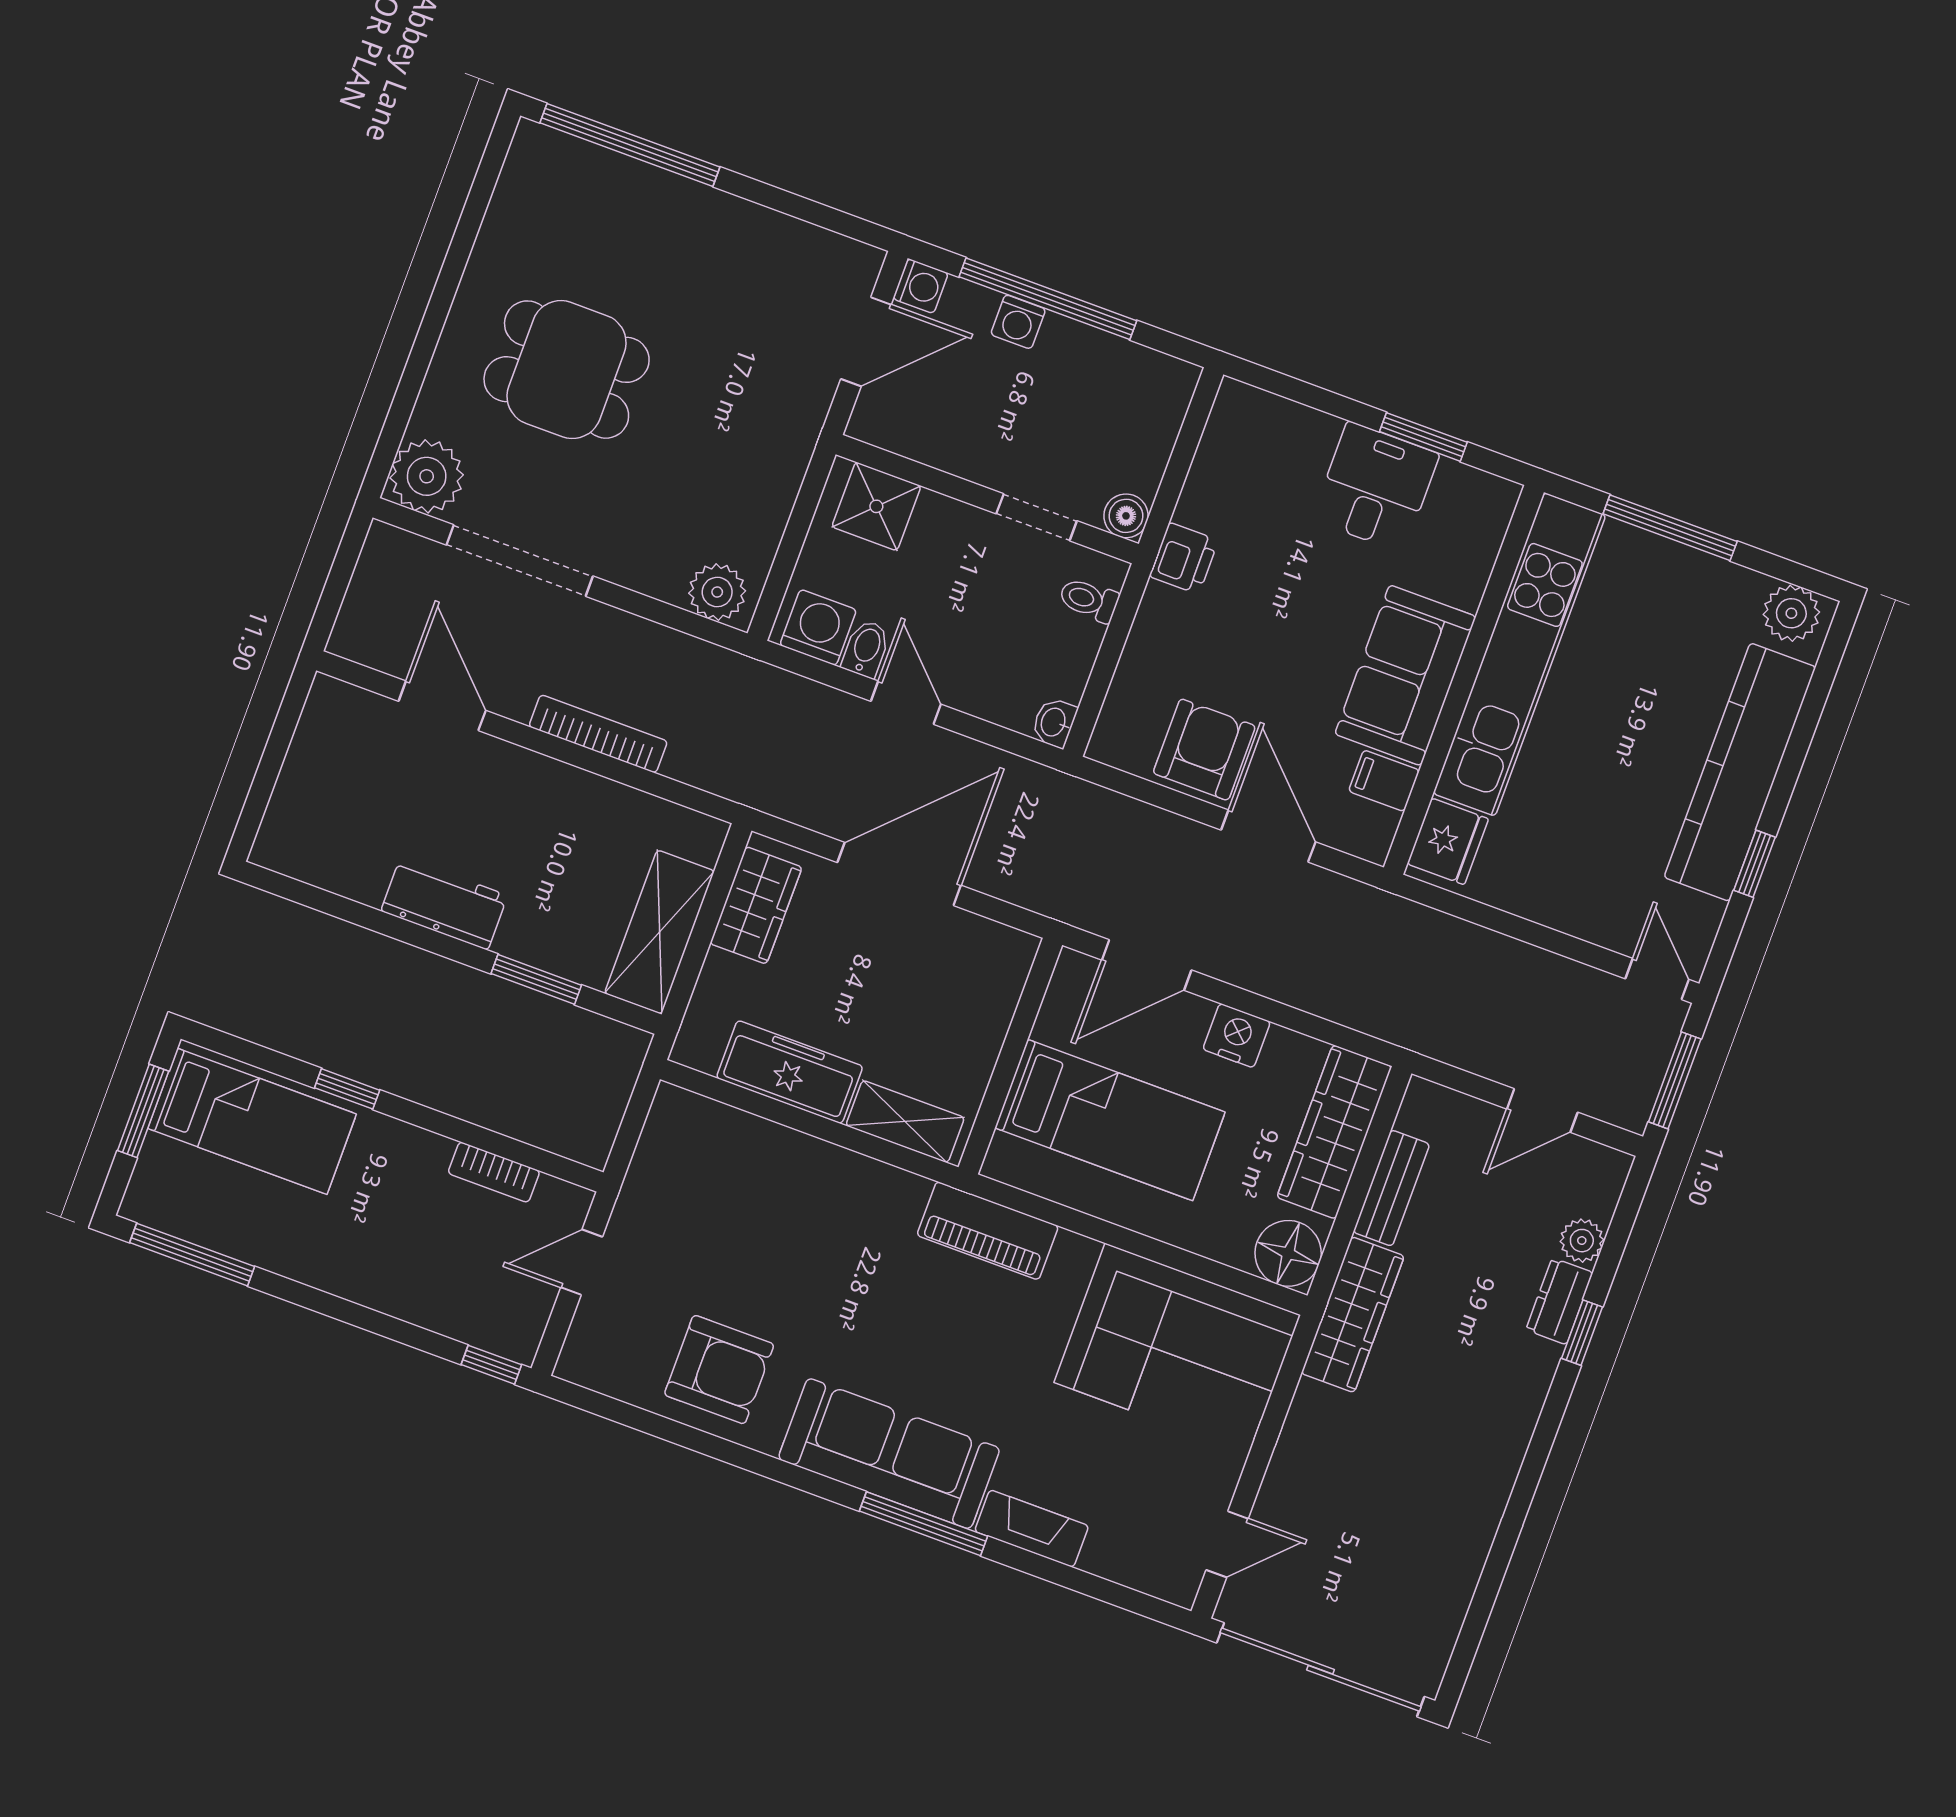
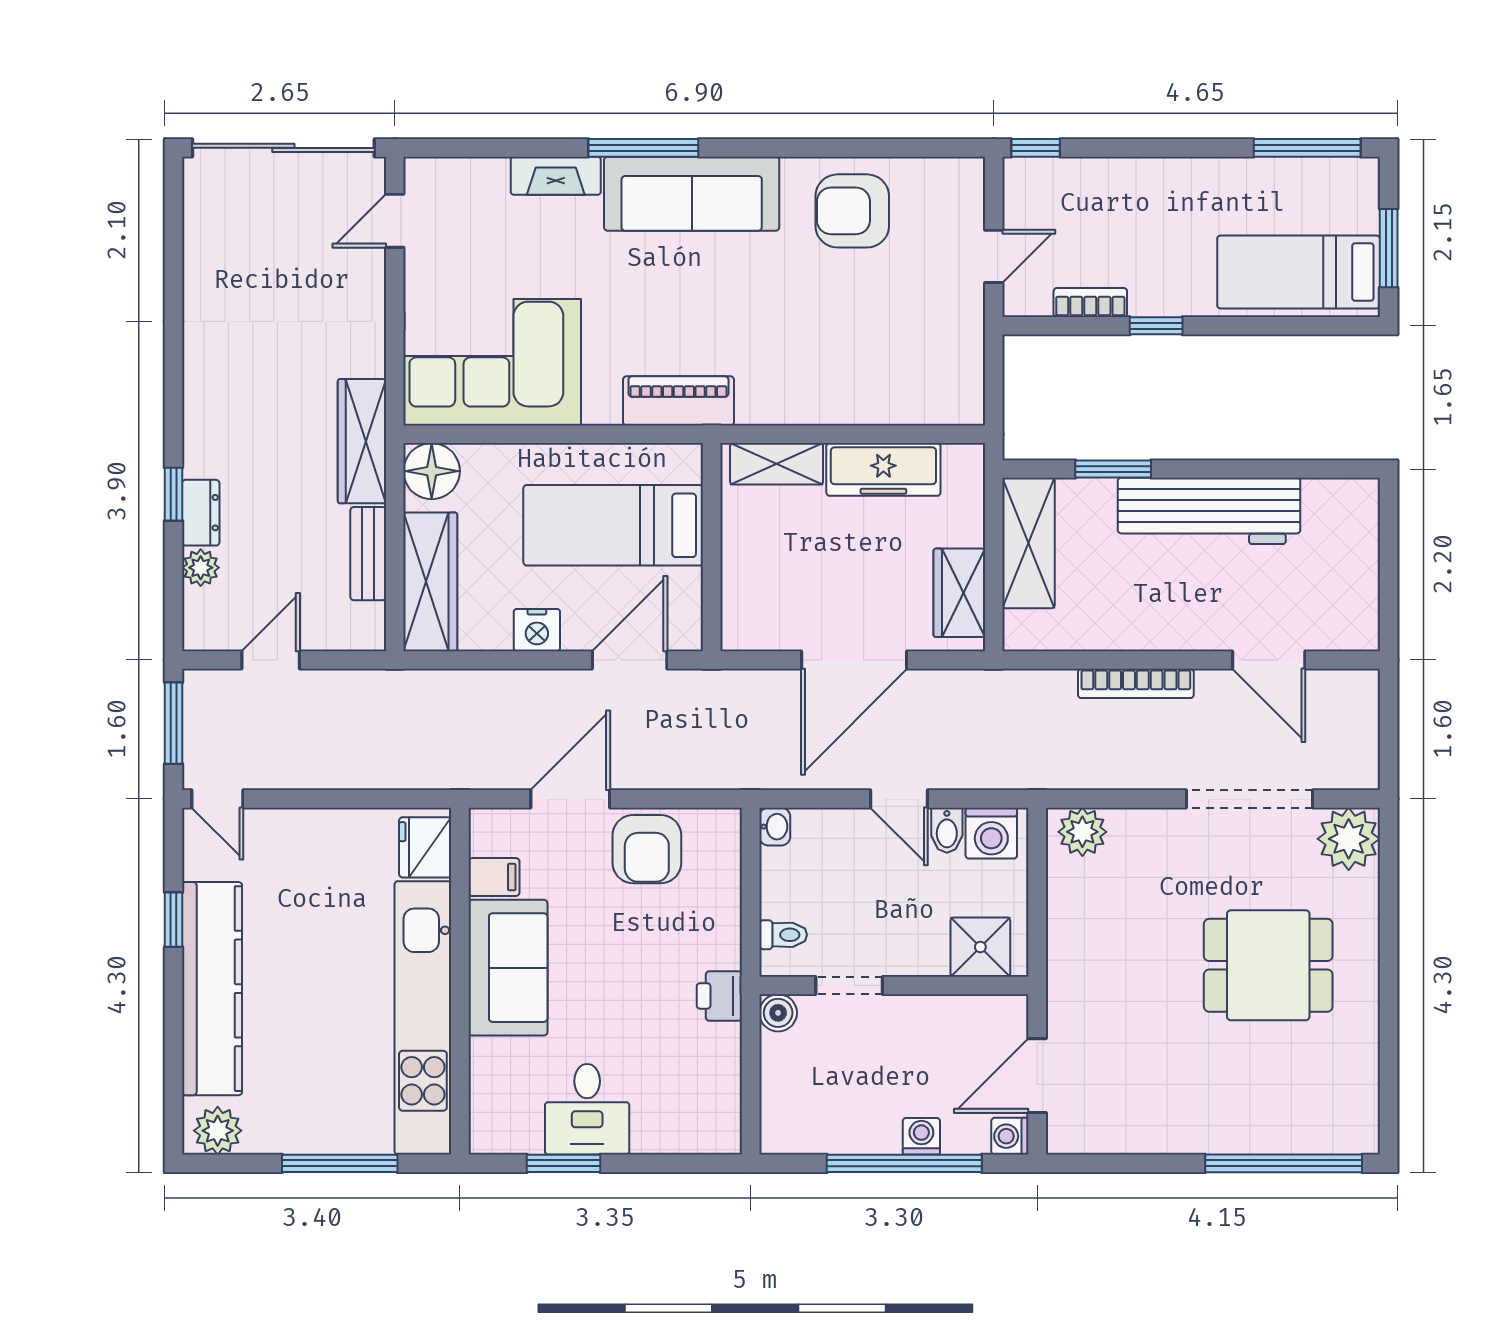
door: (1268, 836) -> (570, 799), swing flipped
workbench: (444, 903) -> (1209, 511), width x1.88, depth x1.32
window: (347, 1089) -> (1156, 326), moved

